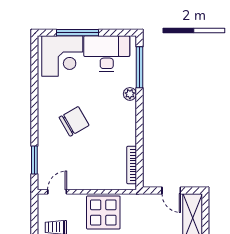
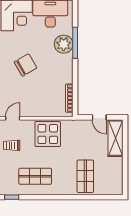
window: (139, 67) -> (75, 43), moved
plant: (130, 94) -> (64, 44), width x1.87, depth x1.87

